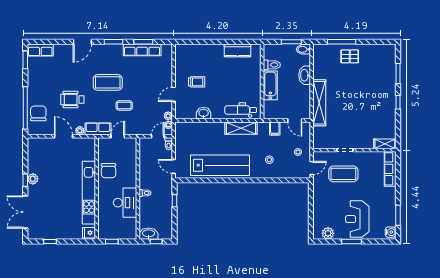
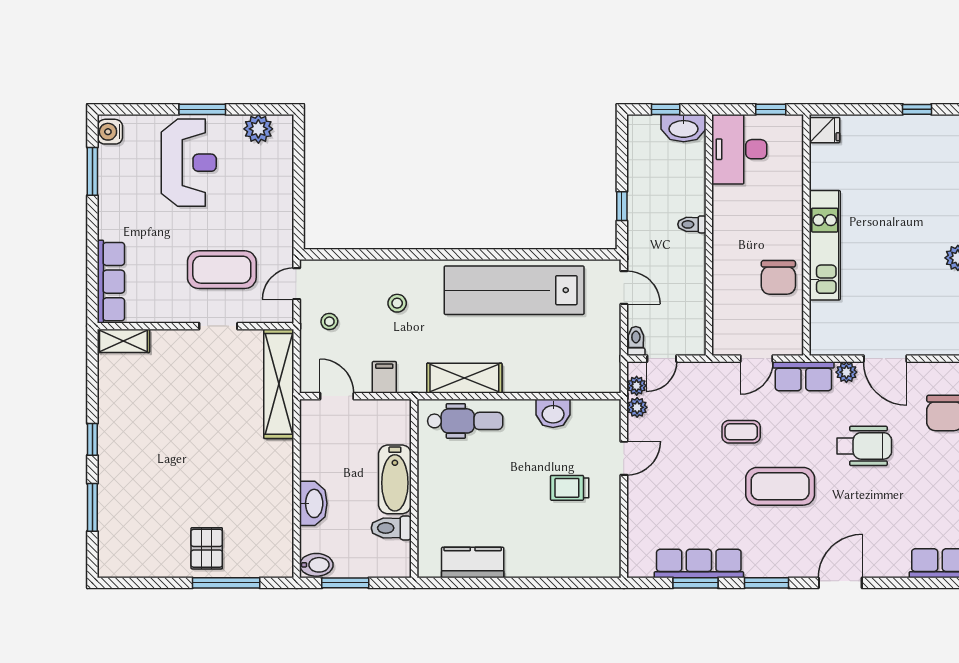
pallet: (350, 56) -> (207, 548), turned 90
shelving: (319, 103) -> (279, 384), moved
chair: (109, 171) -> (778, 277), turned 180
kitchen unit: (89, 193) -> (825, 245), width x0.73
desk: (125, 203) -> (739, 149), moved

